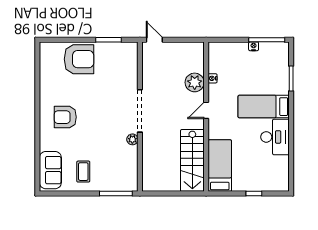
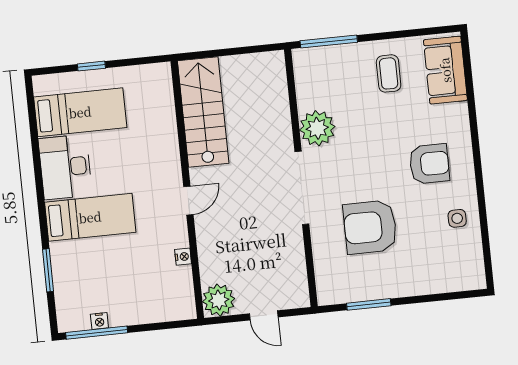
door: (154, 40) -> (264, 315), moved
nightstand: (254, 46) -> (99, 321), moved
armchair: (79, 59) -> (370, 227), moved
plant: (195, 82) -> (219, 300), moved
side table: (52, 84) -> (457, 218), added
plant: (132, 139) -> (317, 128), width x1.88, depth x1.88
bed: (220, 166) -> (80, 112), moved, turned -90

